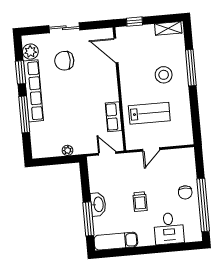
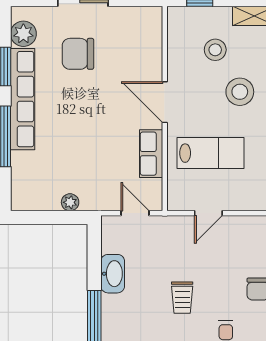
door: (116, 51) -> (165, 102), moved
stool: (147, 51) -> (215, 50), added
washbasin: (98, 204) -> (113, 274), moved

